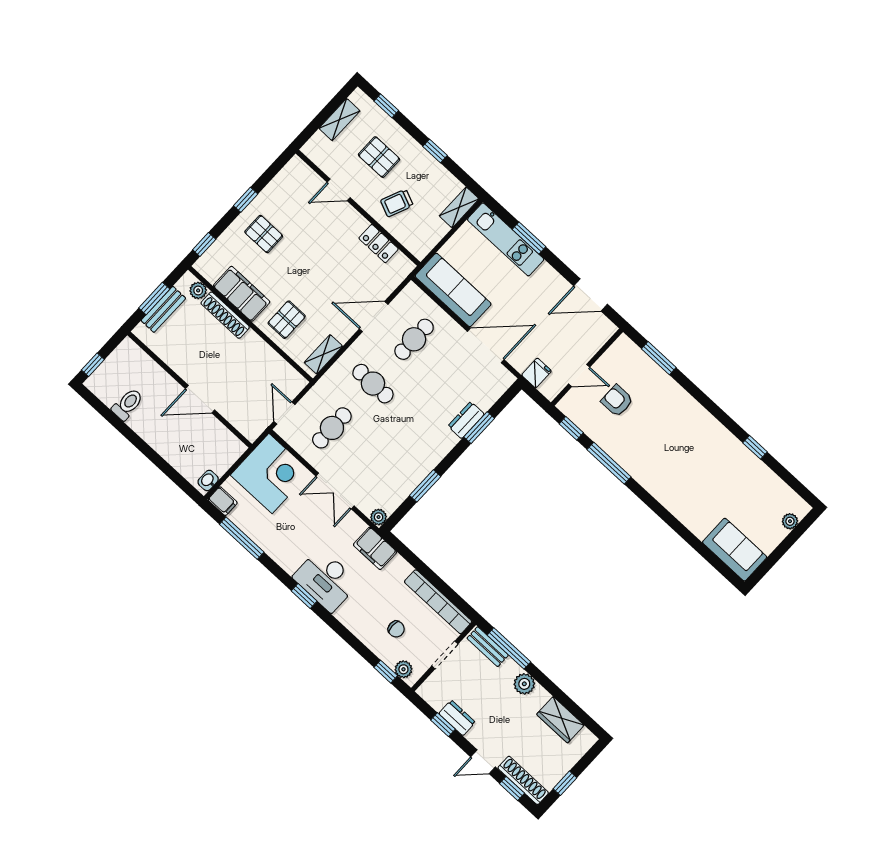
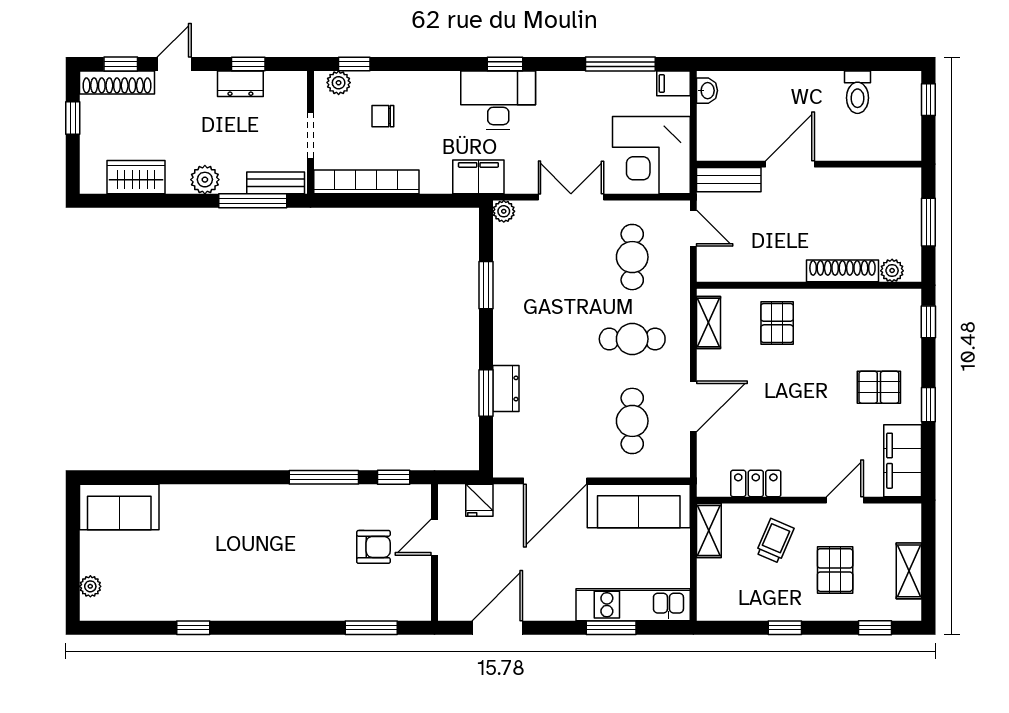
pallet: (379, 157) -> (835, 570), turned 90
shelving: (459, 207) -> (709, 531), moved
filing cabinet: (242, 294) -> (903, 461), moved, turned 90
bench: (163, 309) -> (729, 180), moved, turned 90

